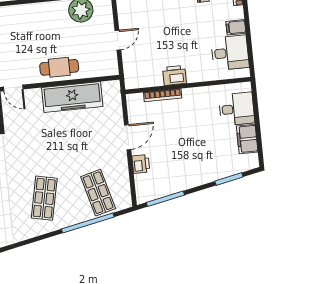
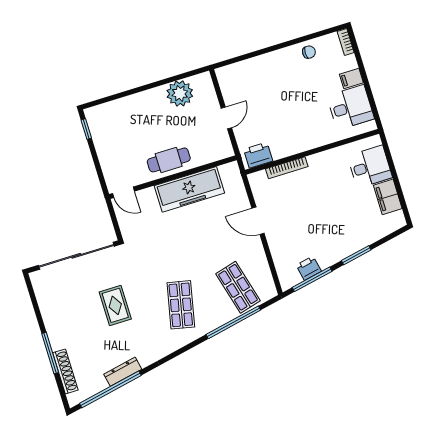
printer: (174, 75) -> (258, 155), moved
door: (128, 137) -> (258, 221), swing flipped
printer: (141, 164) -> (309, 268), moved, turned -102
window: (229, 179) -> (356, 255), moved

